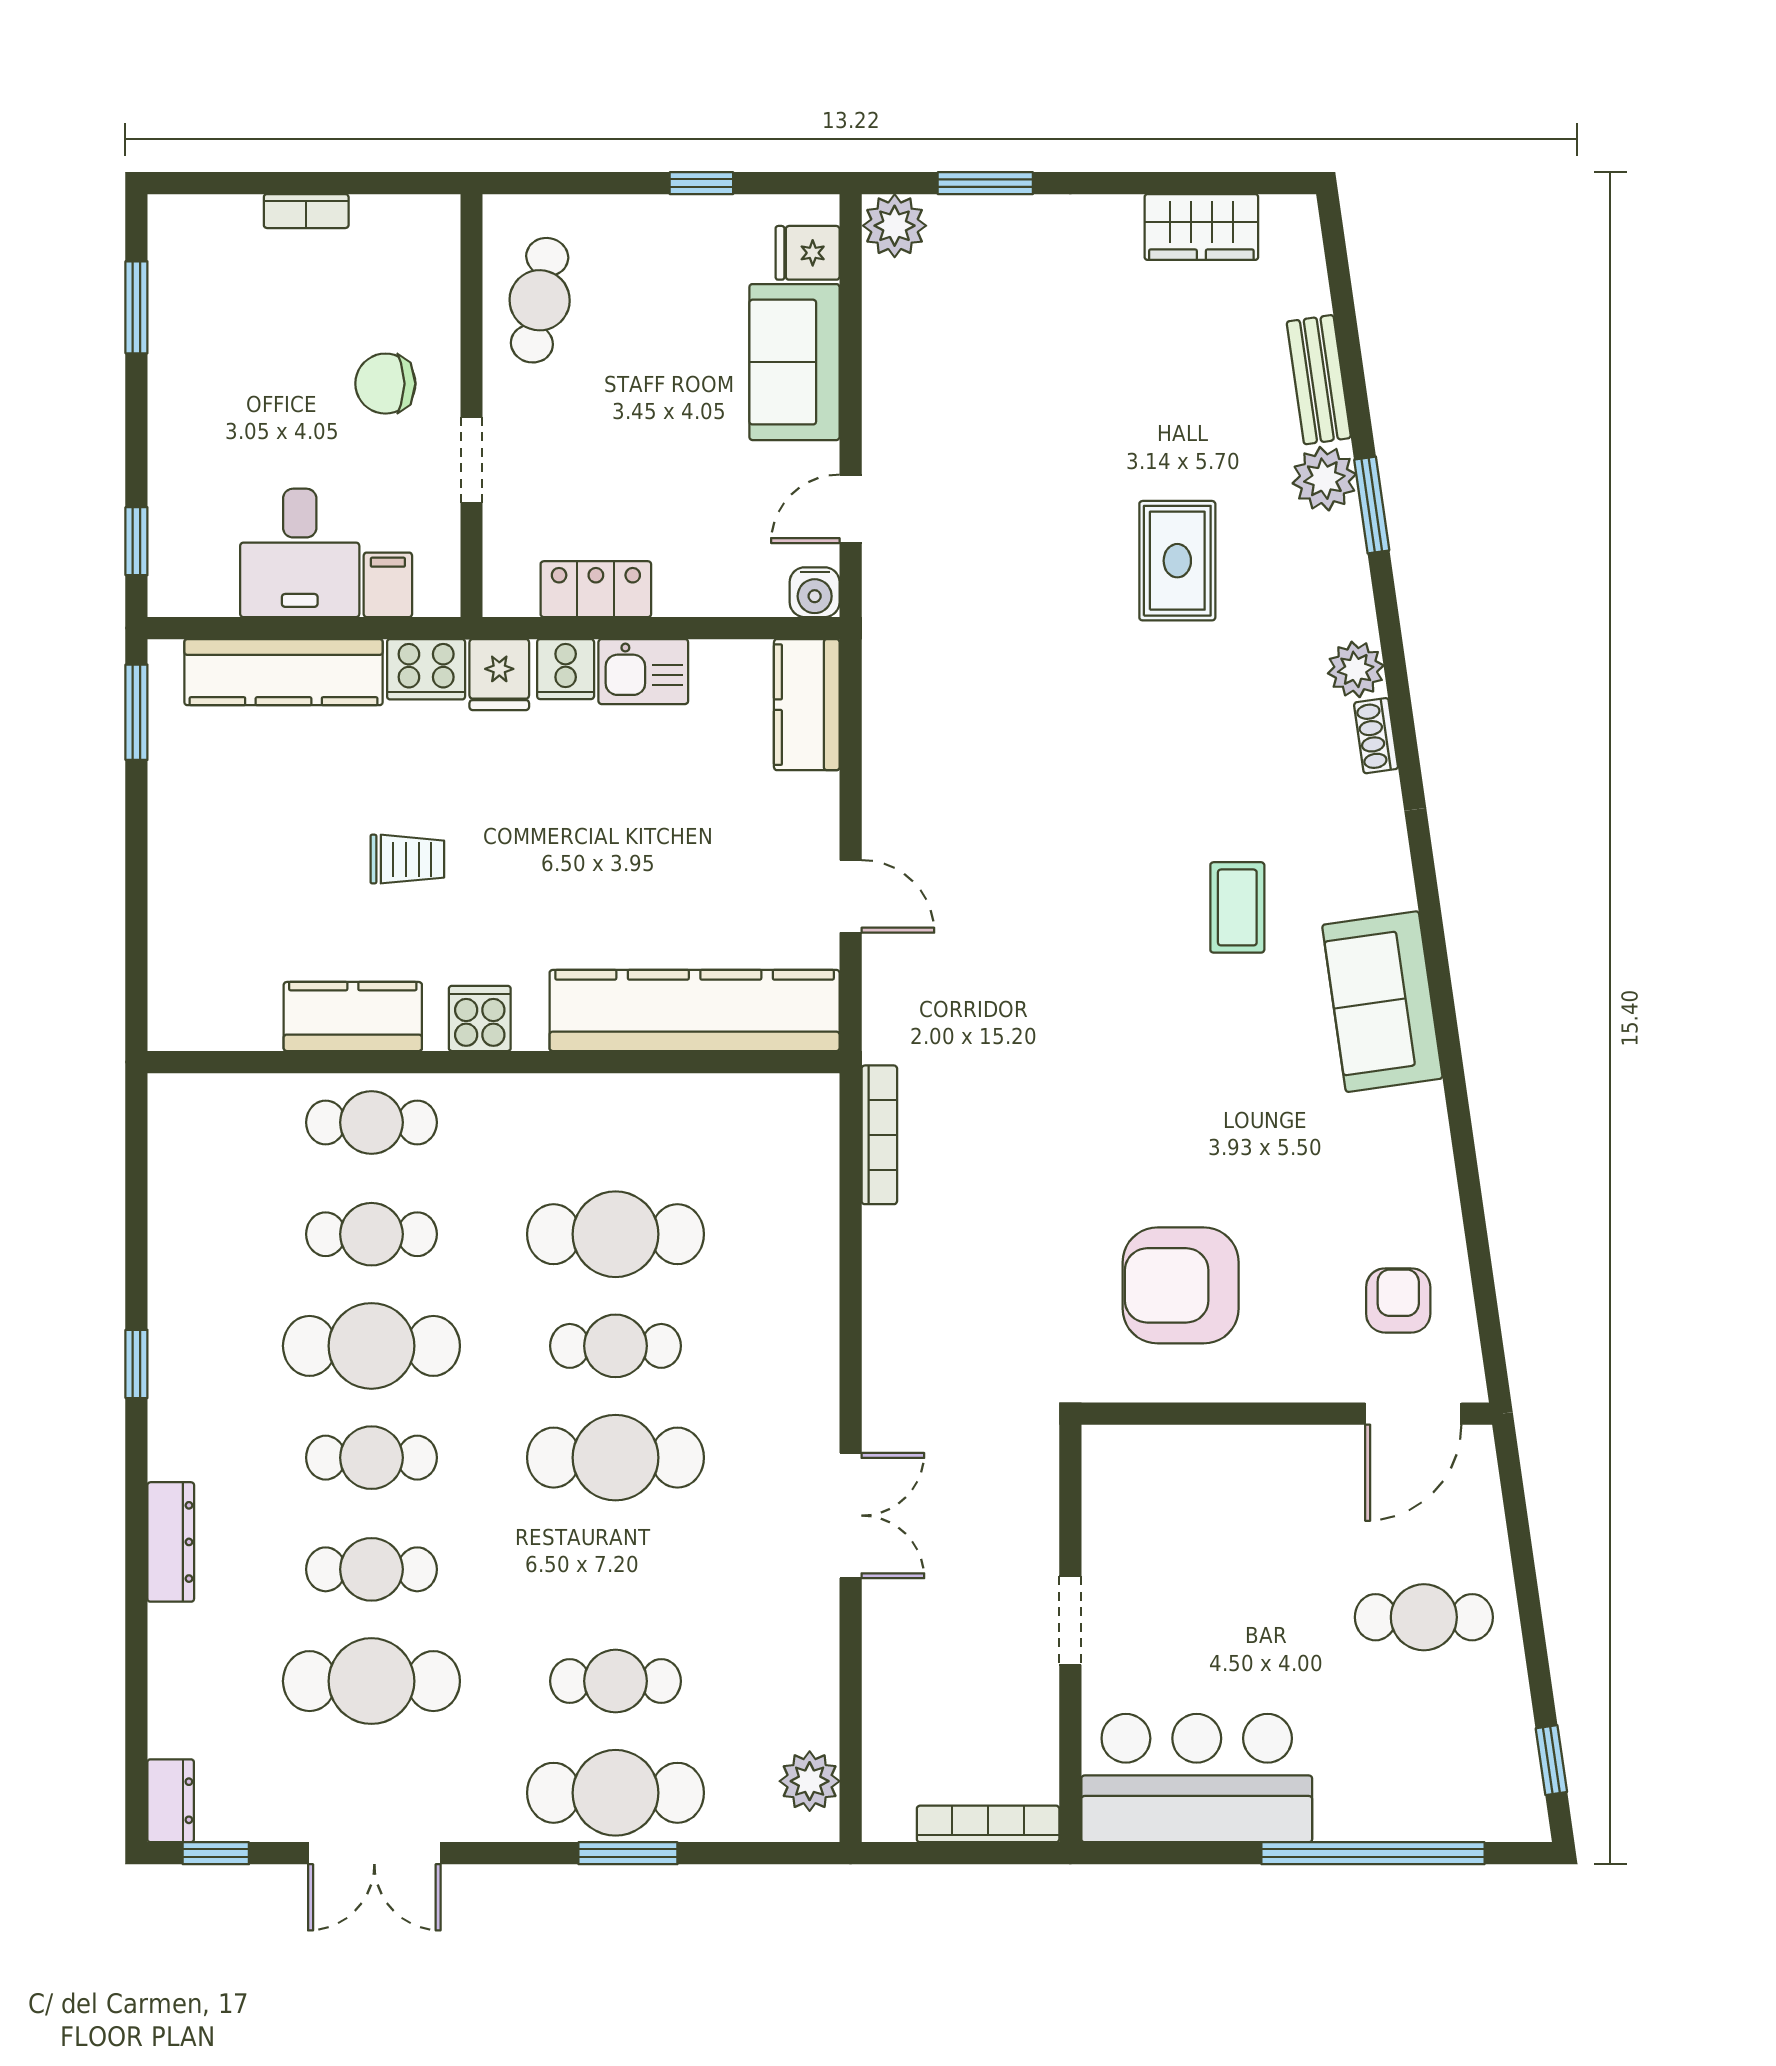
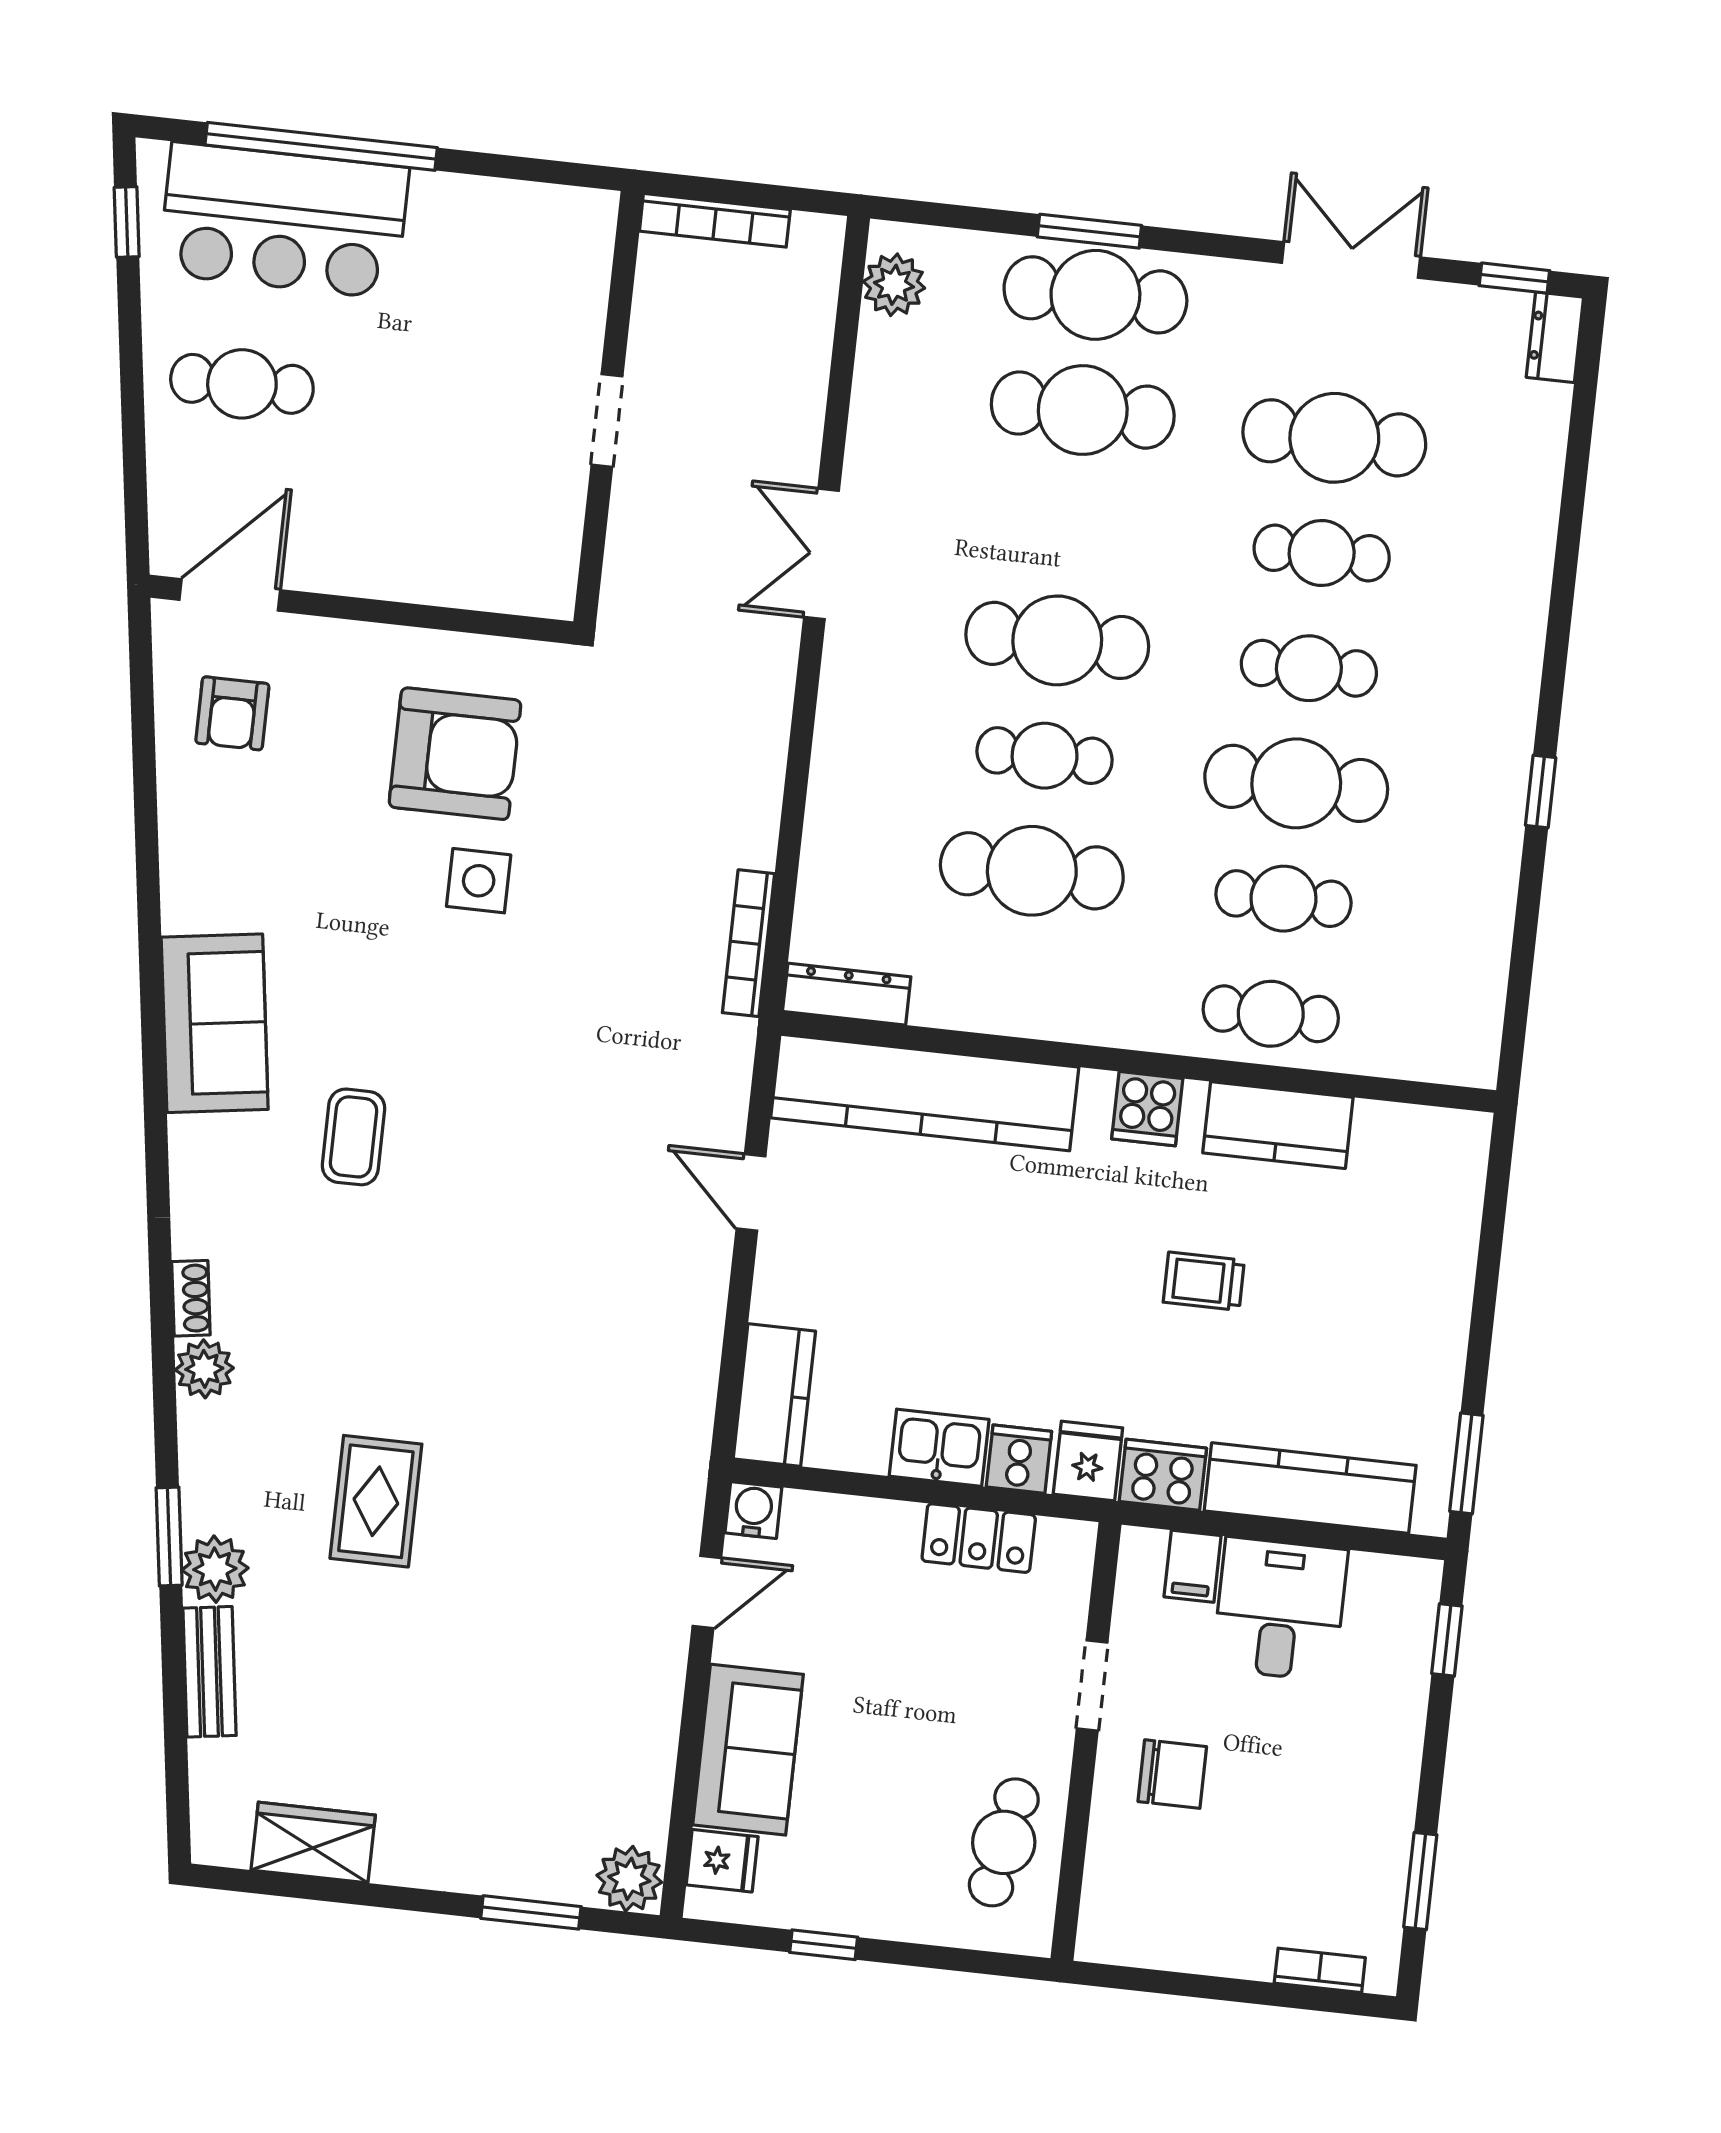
bookcase: (306, 211) -> (1320, 1970), moved
side table: (1145, 1166) -> (479, 881), added
dresser: (171, 1542) -> (847, 994), moved, turned 90
cafe table: (616, 1681) -> (1083, 410), width x1.37, depth x1.35
bar counter: (1197, 1778) -> (284, 221), moved

